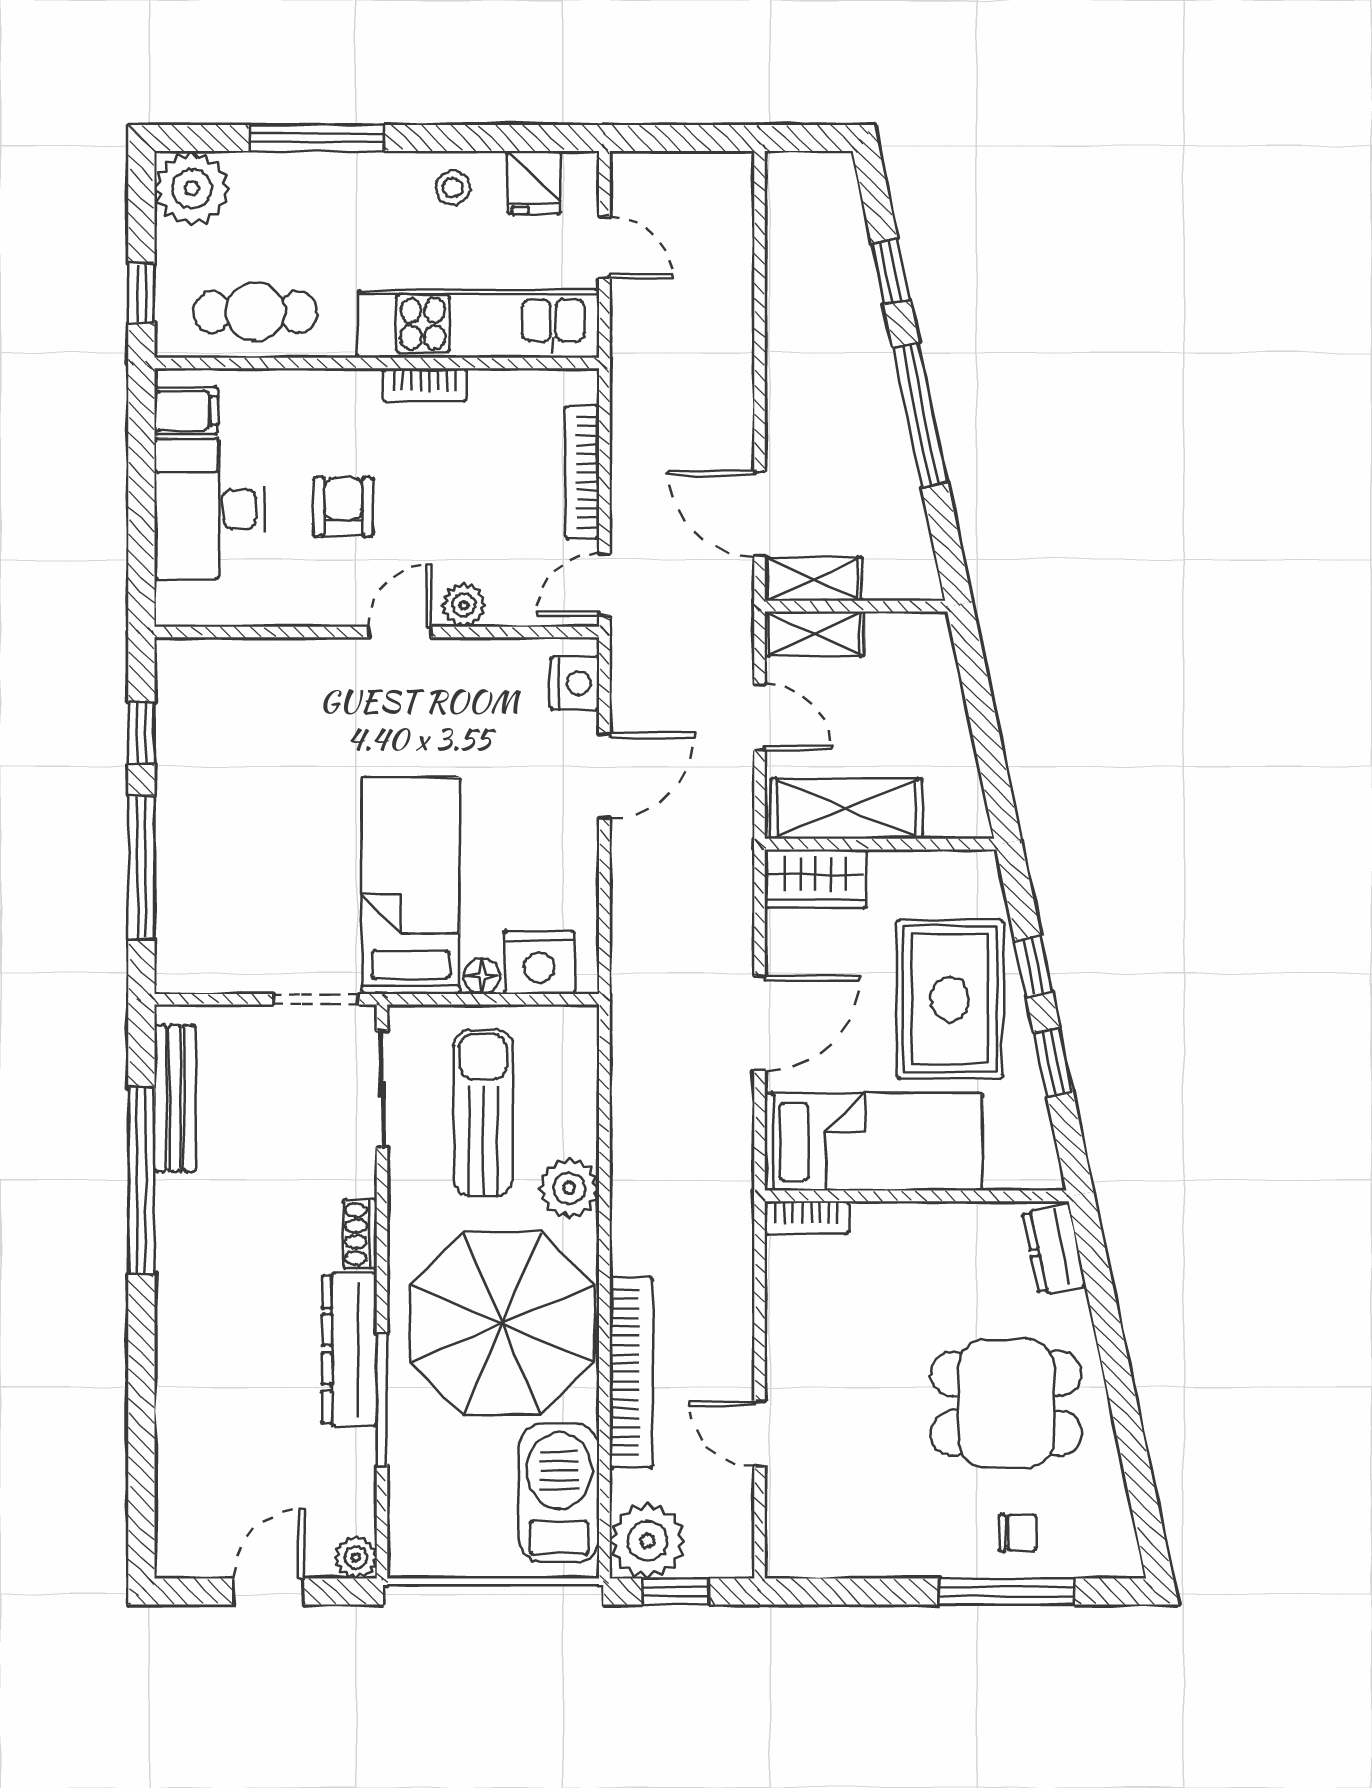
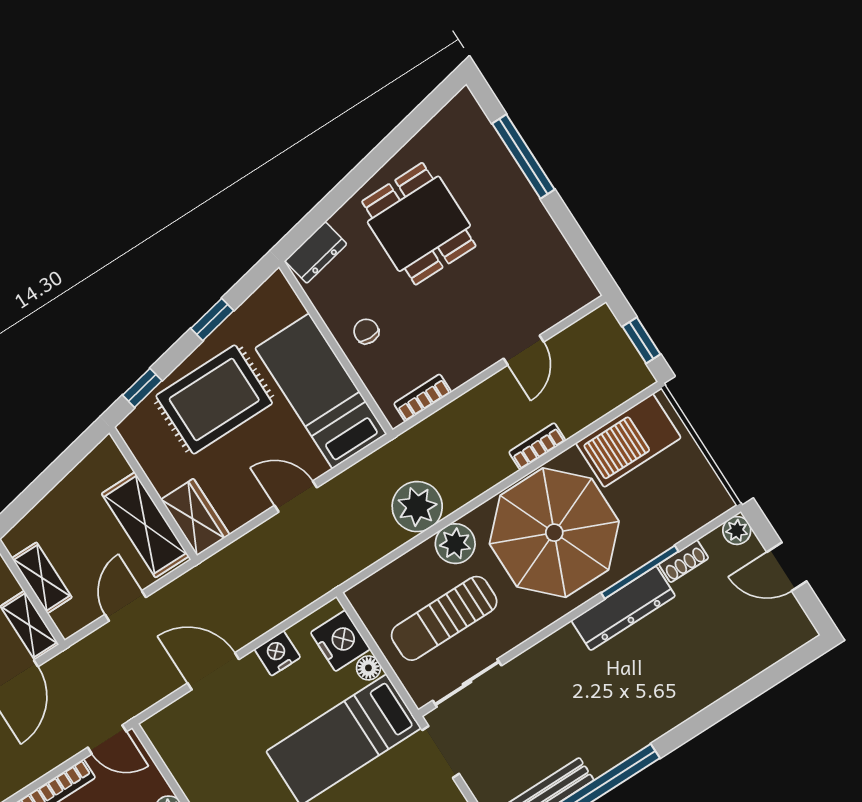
shelving: (814, 634) -> (42, 578), moved
nightstand: (575, 683) -> (277, 653), moved
window: (1034, 966) -> (142, 388), moved
door: (760, 1023) -> (296, 497), width x0.73
bookcase: (806, 1218) -> (423, 398), moved, turned -90
shoe rack: (360, 1234) -> (684, 561), moved
bookcase: (631, 1372) -> (537, 446), width x0.43, depth x0.76
chair: (1018, 1533) -> (366, 331), moved
plant: (647, 1541) -> (417, 507), moved

